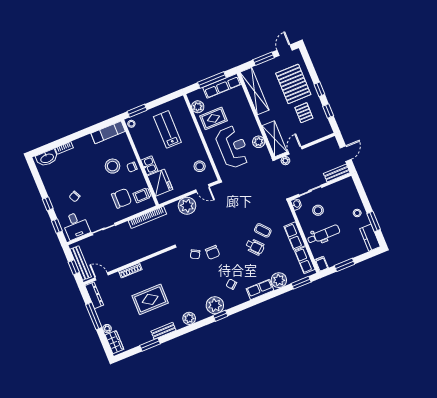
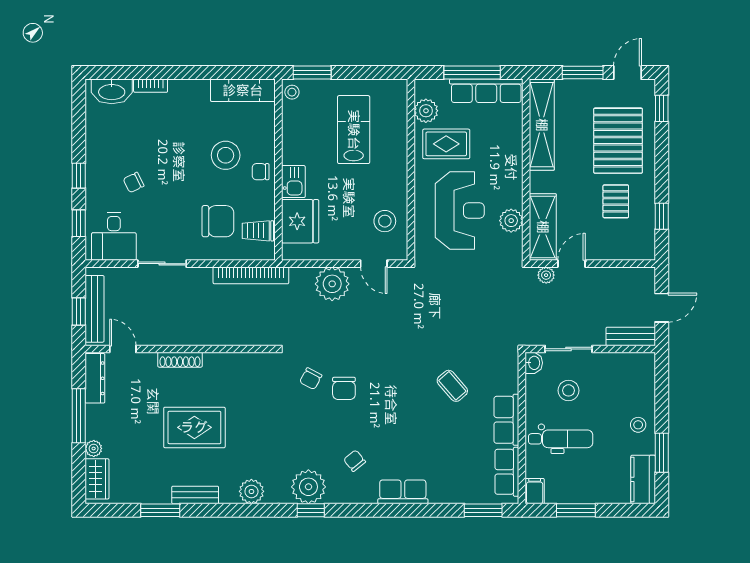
window: (319, 89) -> (662, 108), moved
wheelchair: (255, 247) -> (426, 410), removed
plant: (279, 280) -> (444, 489), removed

